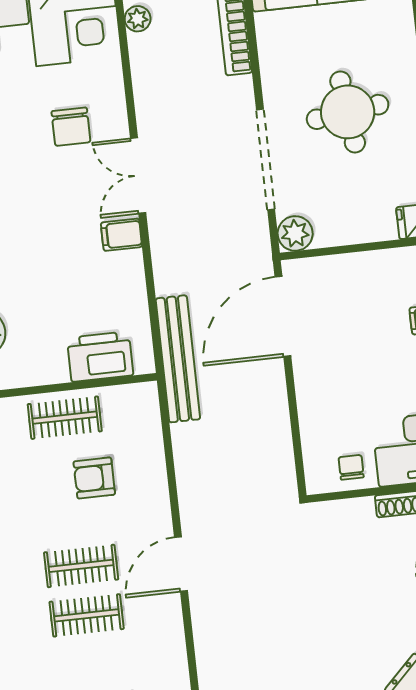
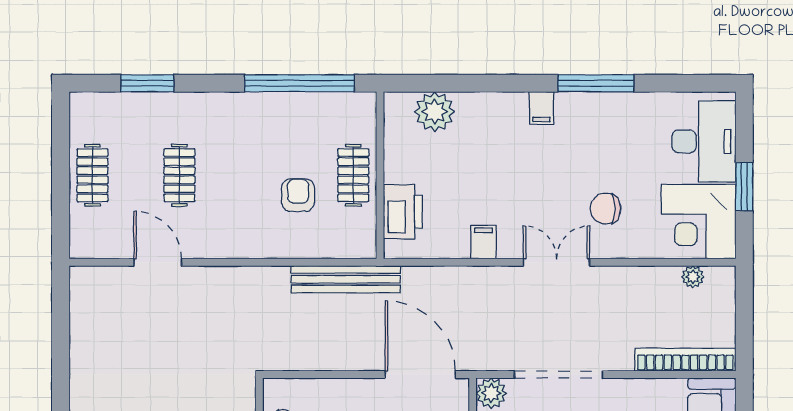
filing cabinet: (121, 235) -> (483, 242), moved
bench: (178, 359) -> (346, 279), moved
door: (181, 564) -> (158, 262), moved
clothes rail: (81, 566) -> (223, 175), removed

